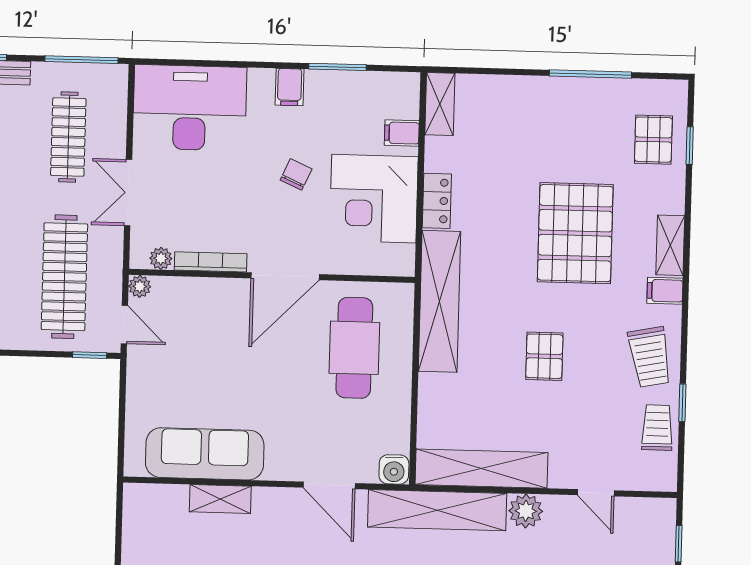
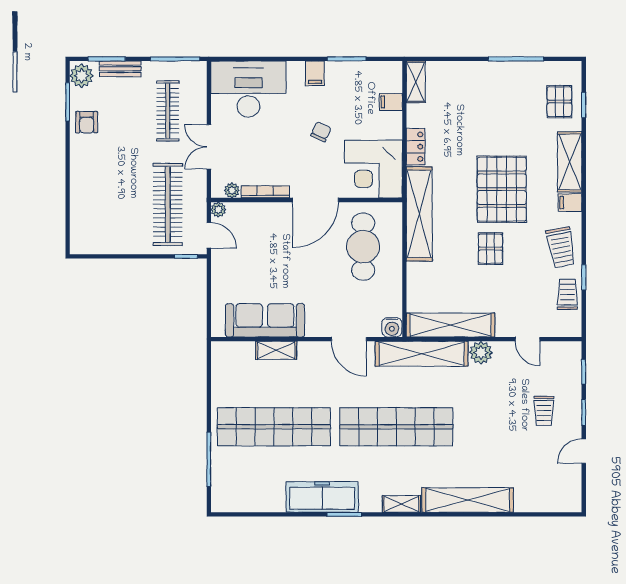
corner desk: (374, 199) -> (373, 169), moved
pallet: (575, 233) -> (502, 189), moved
shelving: (670, 245) -> (570, 162), width x1.50, depth x1.33

